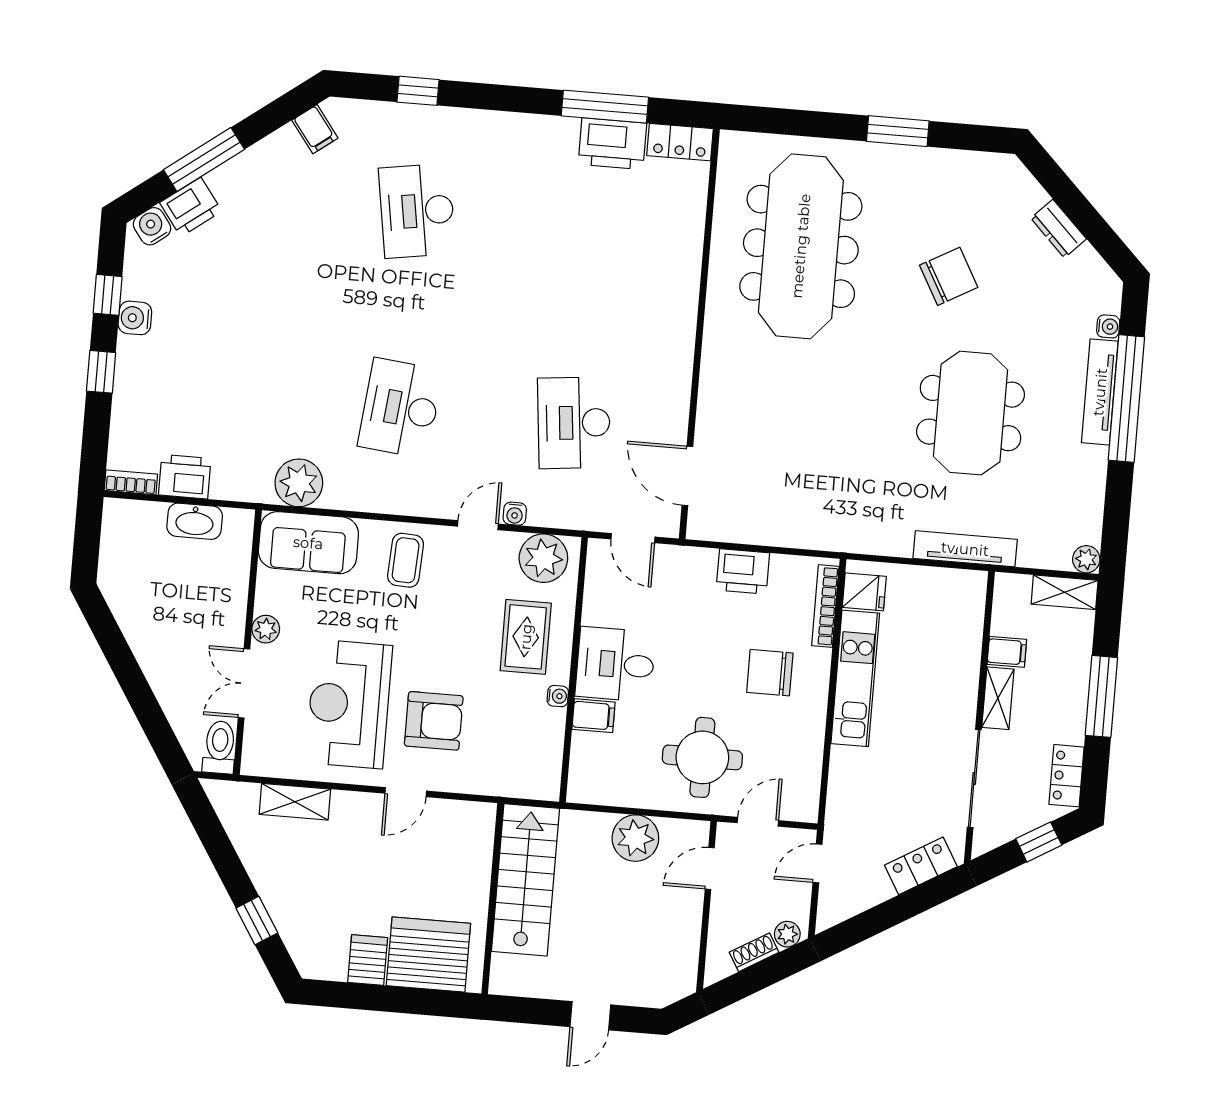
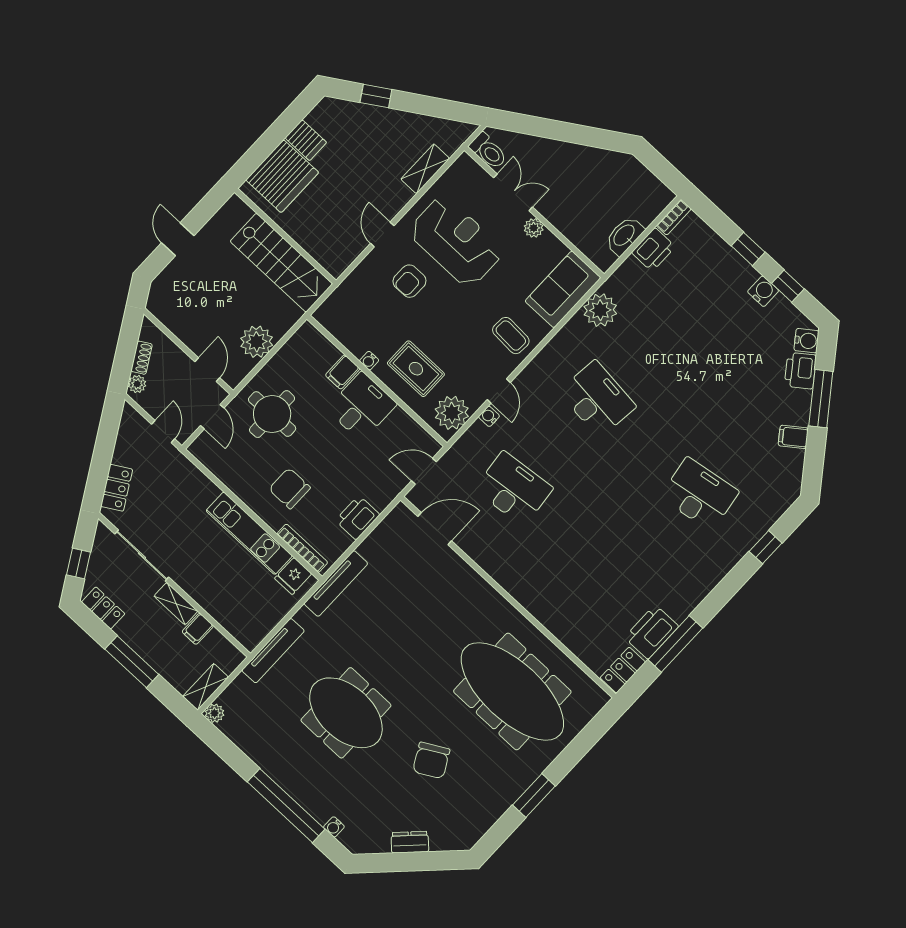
filing cabinet: (315, 129) -> (793, 437), moved
tv unit: (1100, 392) -> (336, 584), moved, turned 90
chair: (770, 673) -> (290, 488), turned -90
armchair: (434, 721) -> (409, 281), width x0.72, depth x0.72

